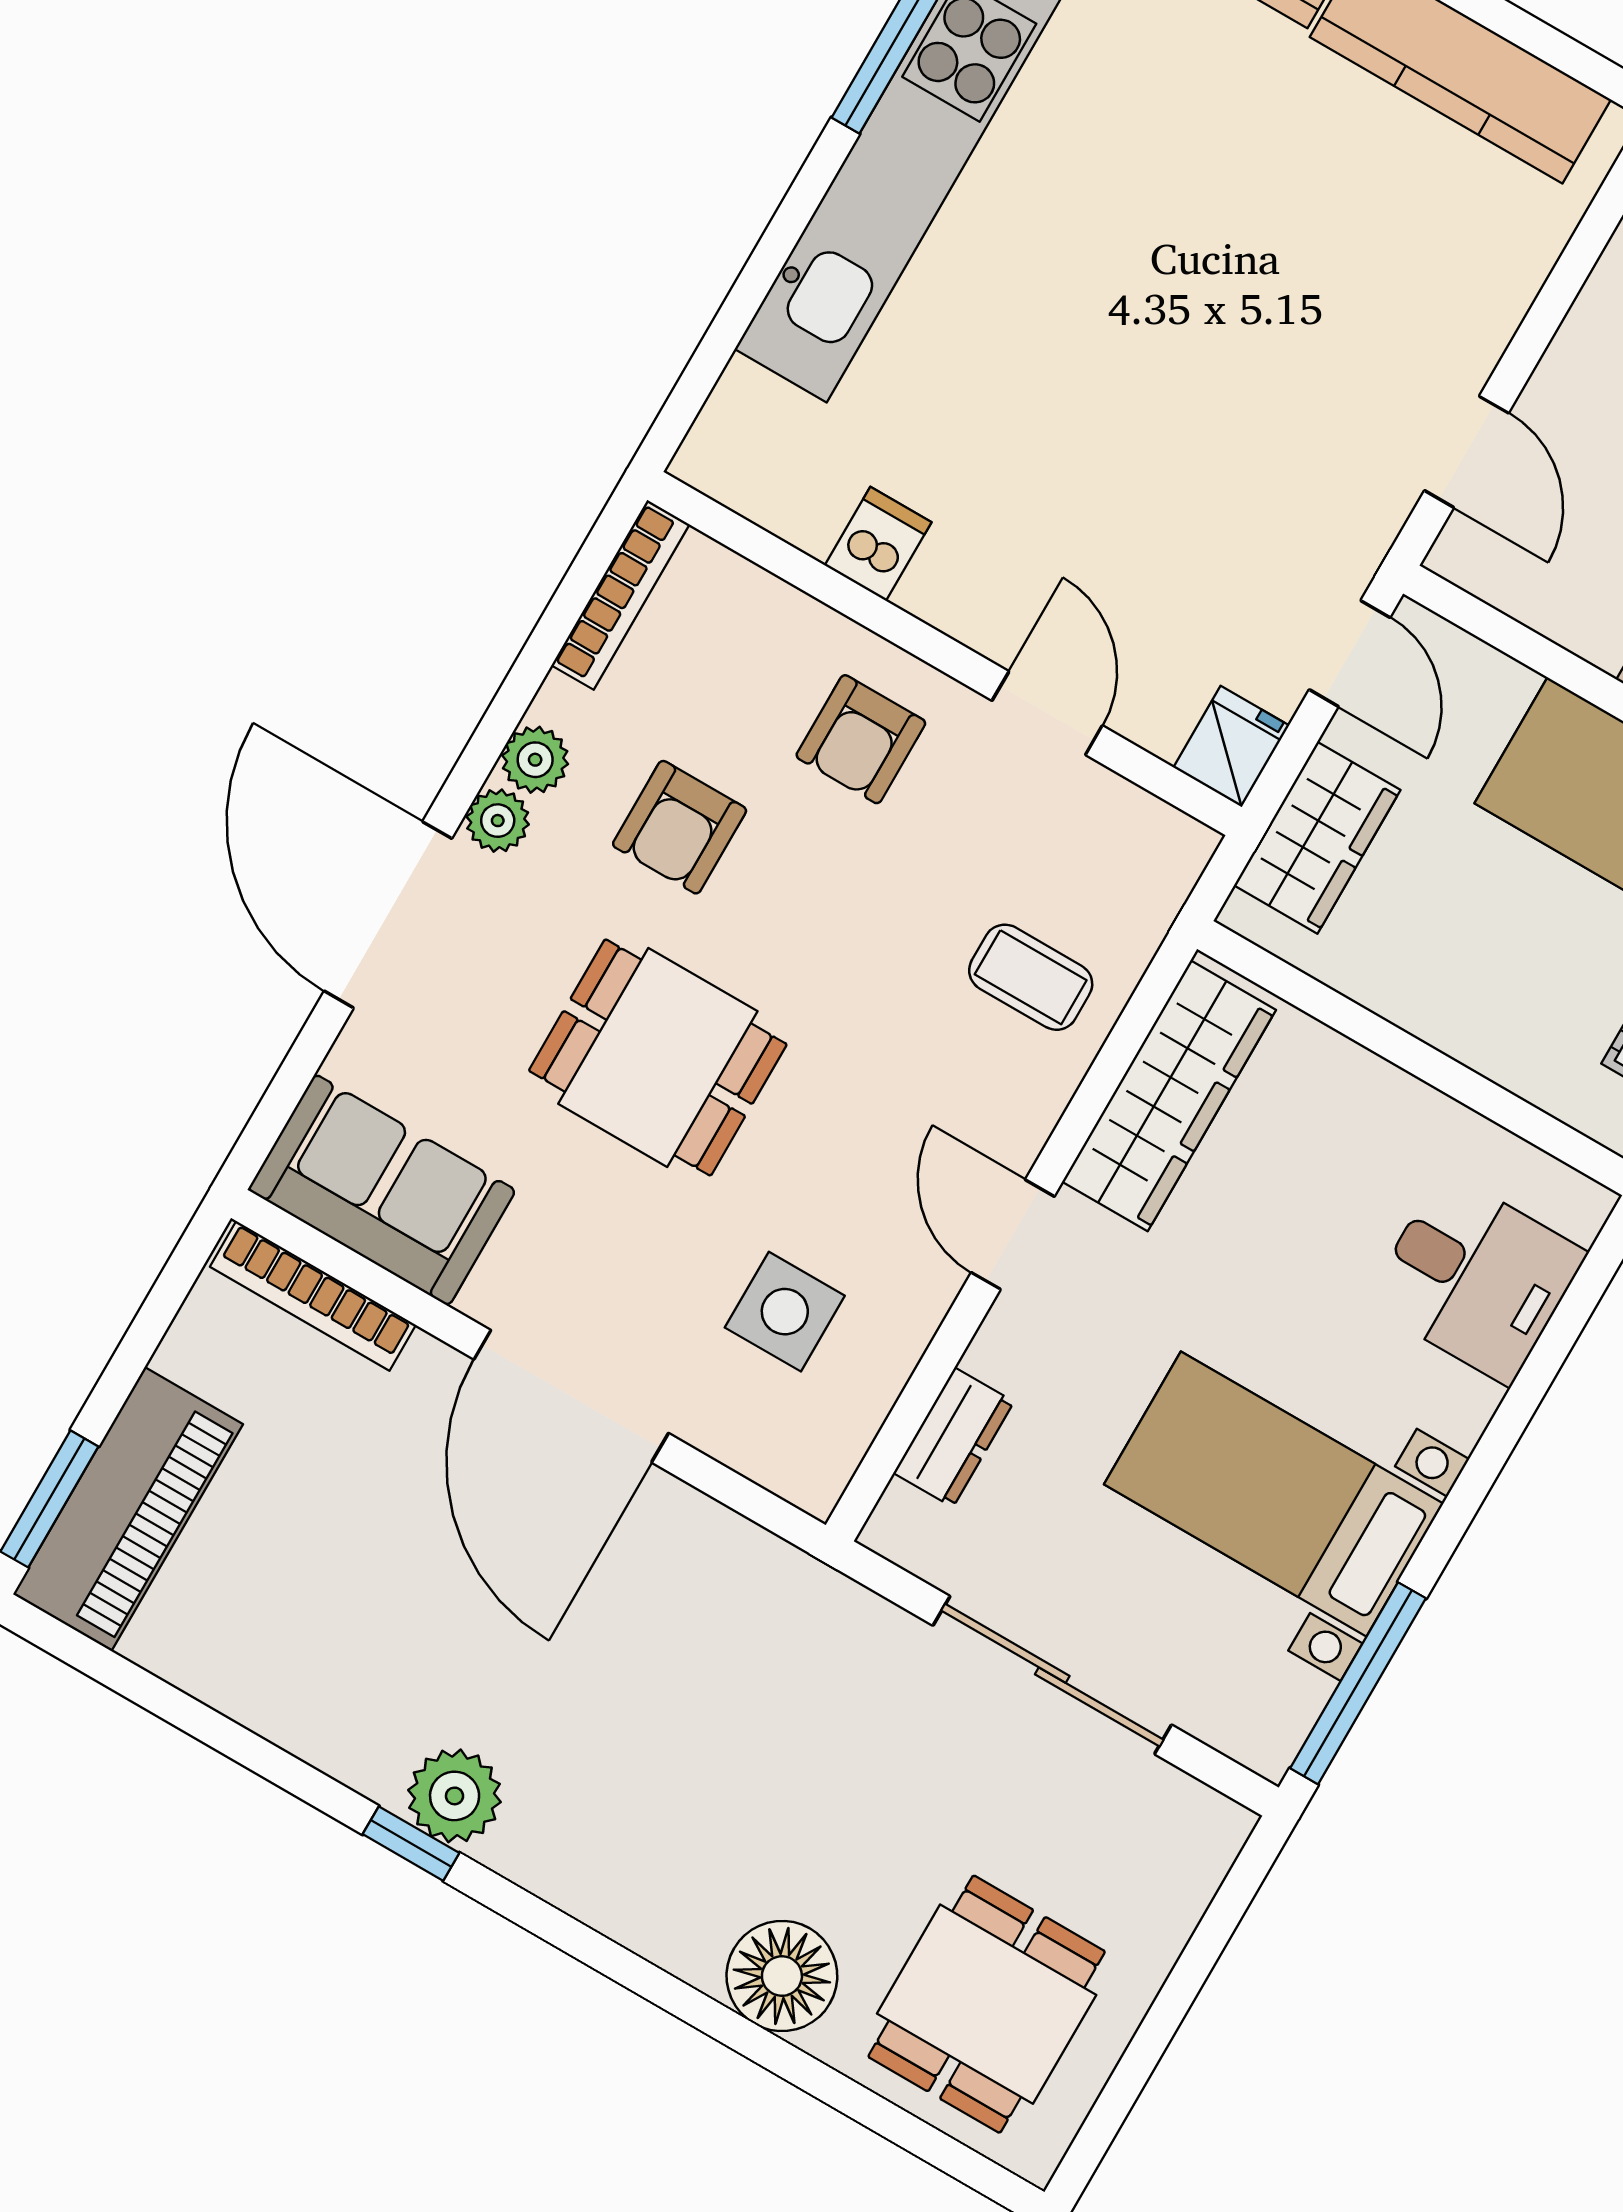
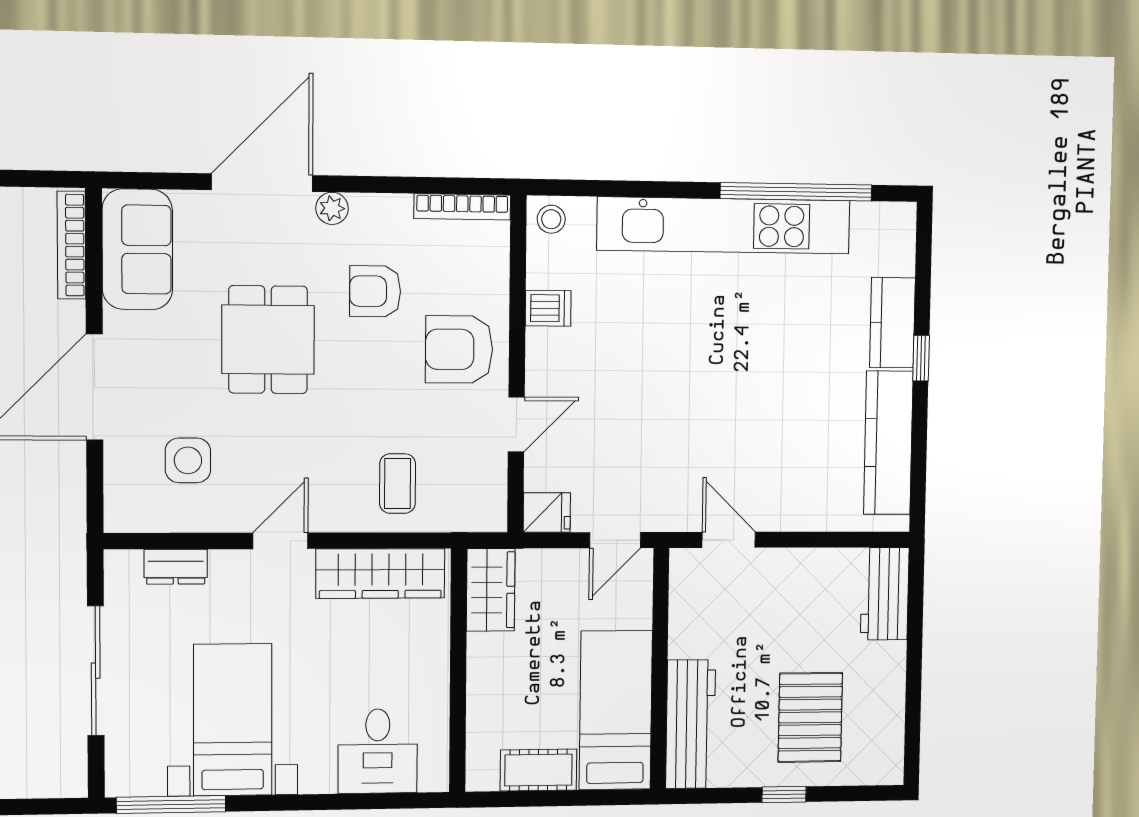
stool: (728, 452) -> (551, 219), added
door: (1467, 452) -> (729, 540), swing flipped
armchair: (861, 739) -> (459, 349), width x1.38, depth x1.38
plant: (535, 760) -> (368, 210), removed
wardrobe: (1317, 838) -> (491, 590), moved, turned -90

